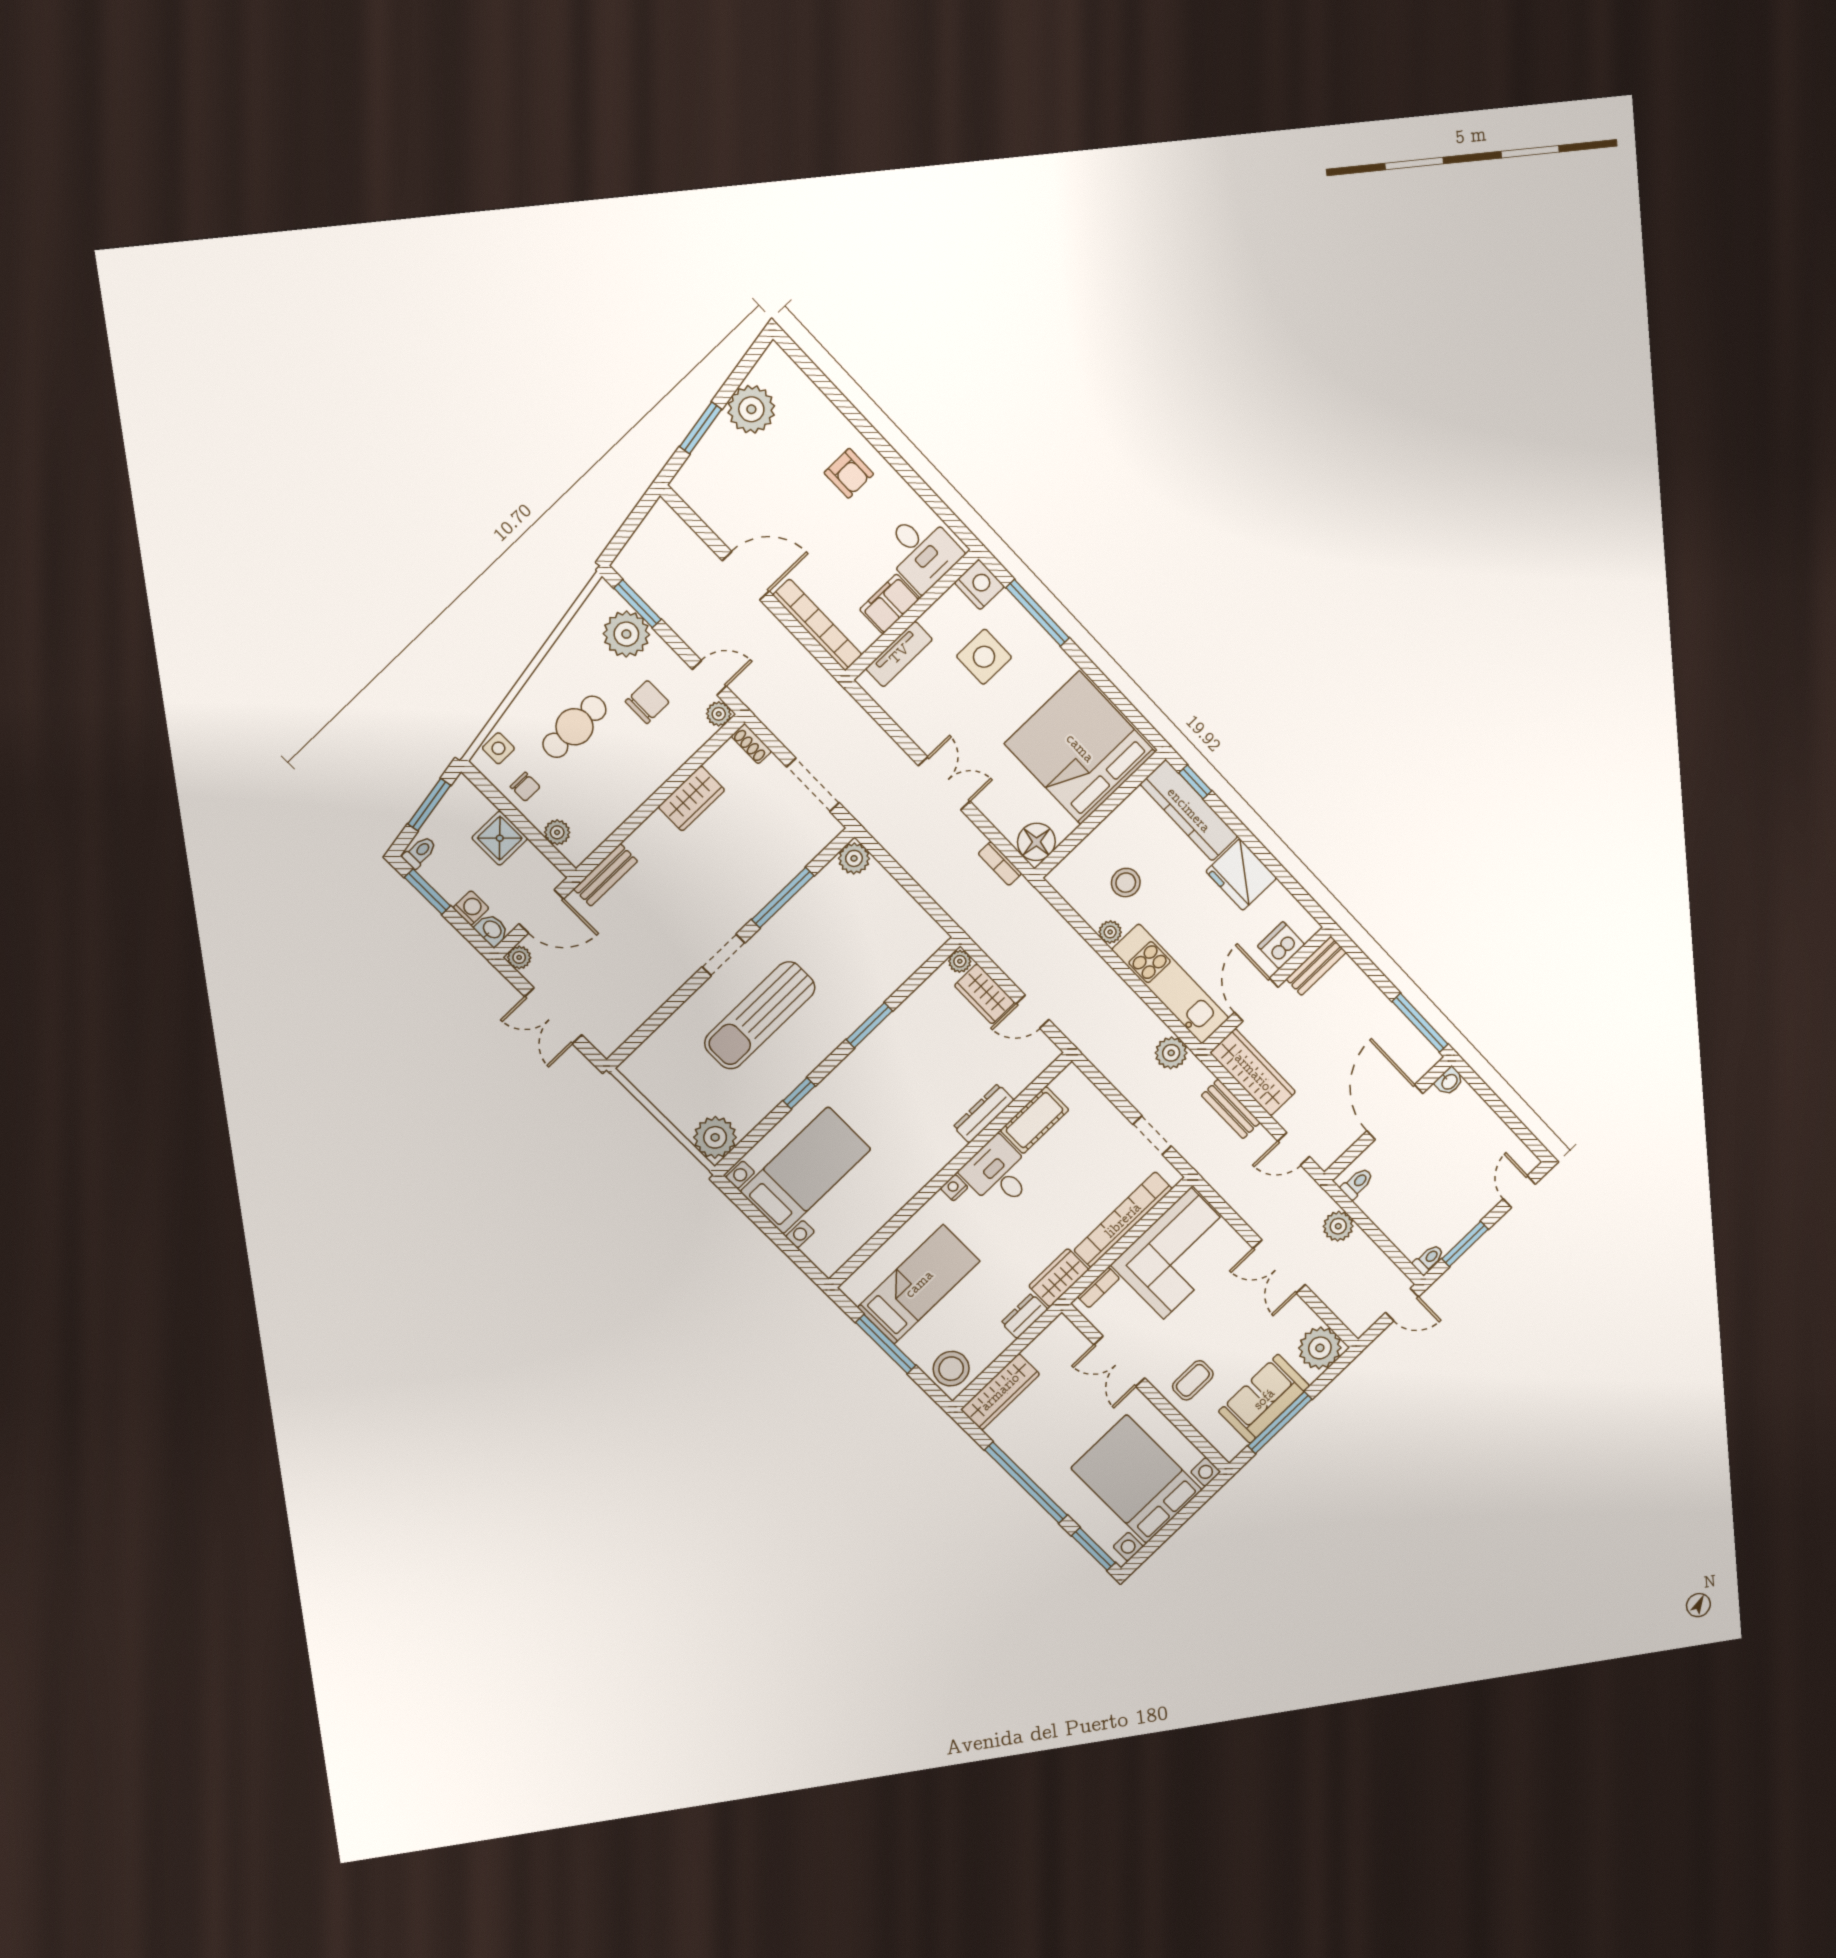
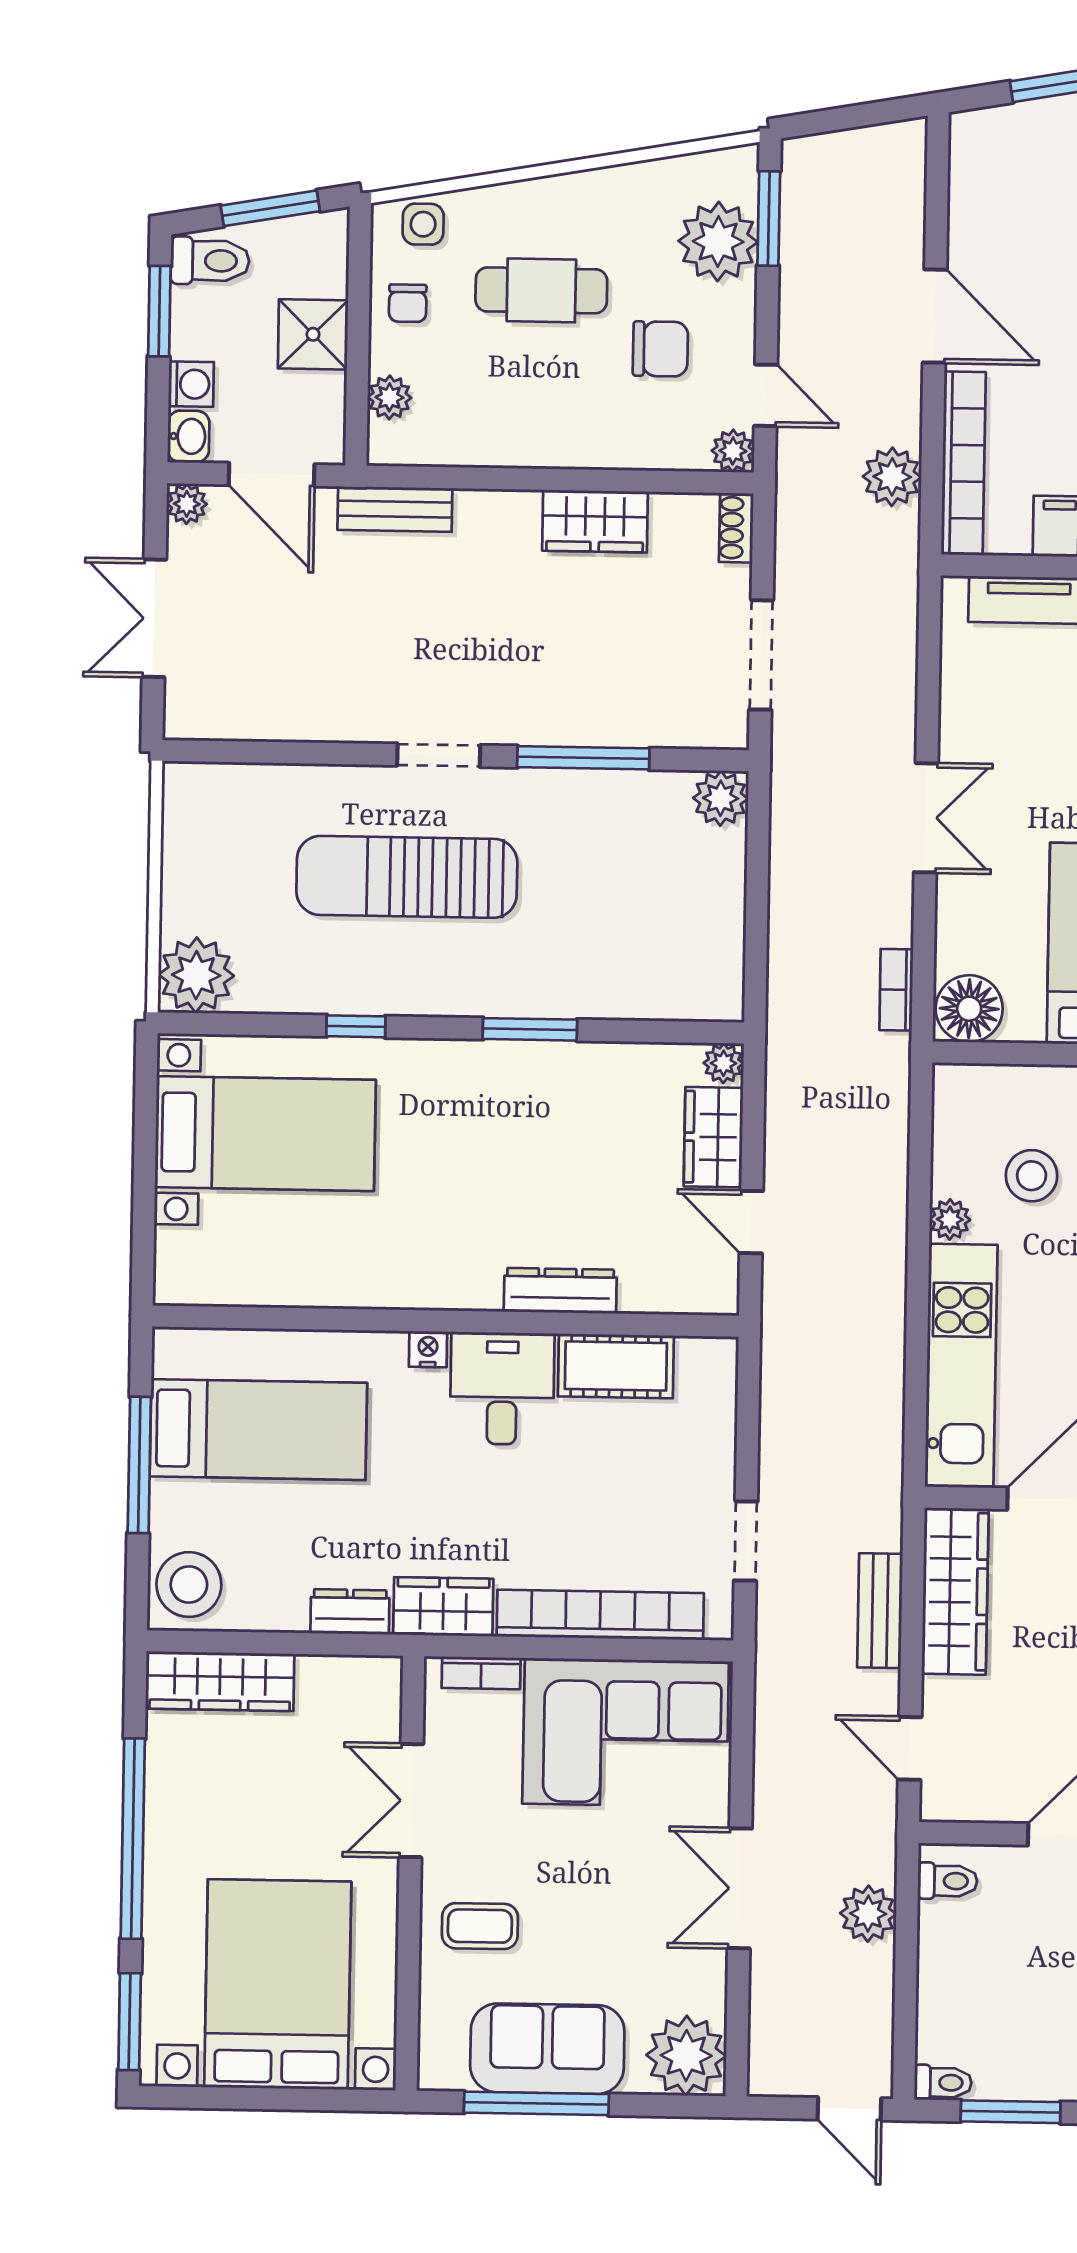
toilet: (420, 852) -> (210, 261), width x1.37, depth x1.39
plant: (1171, 1053) -> (892, 477), moved

